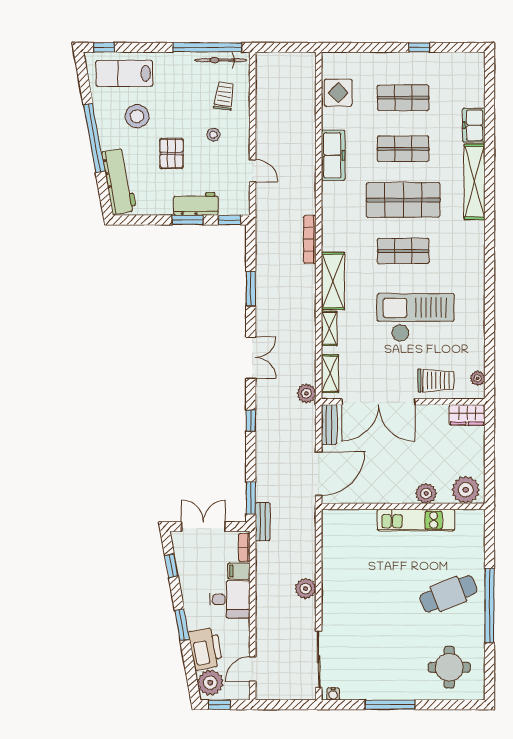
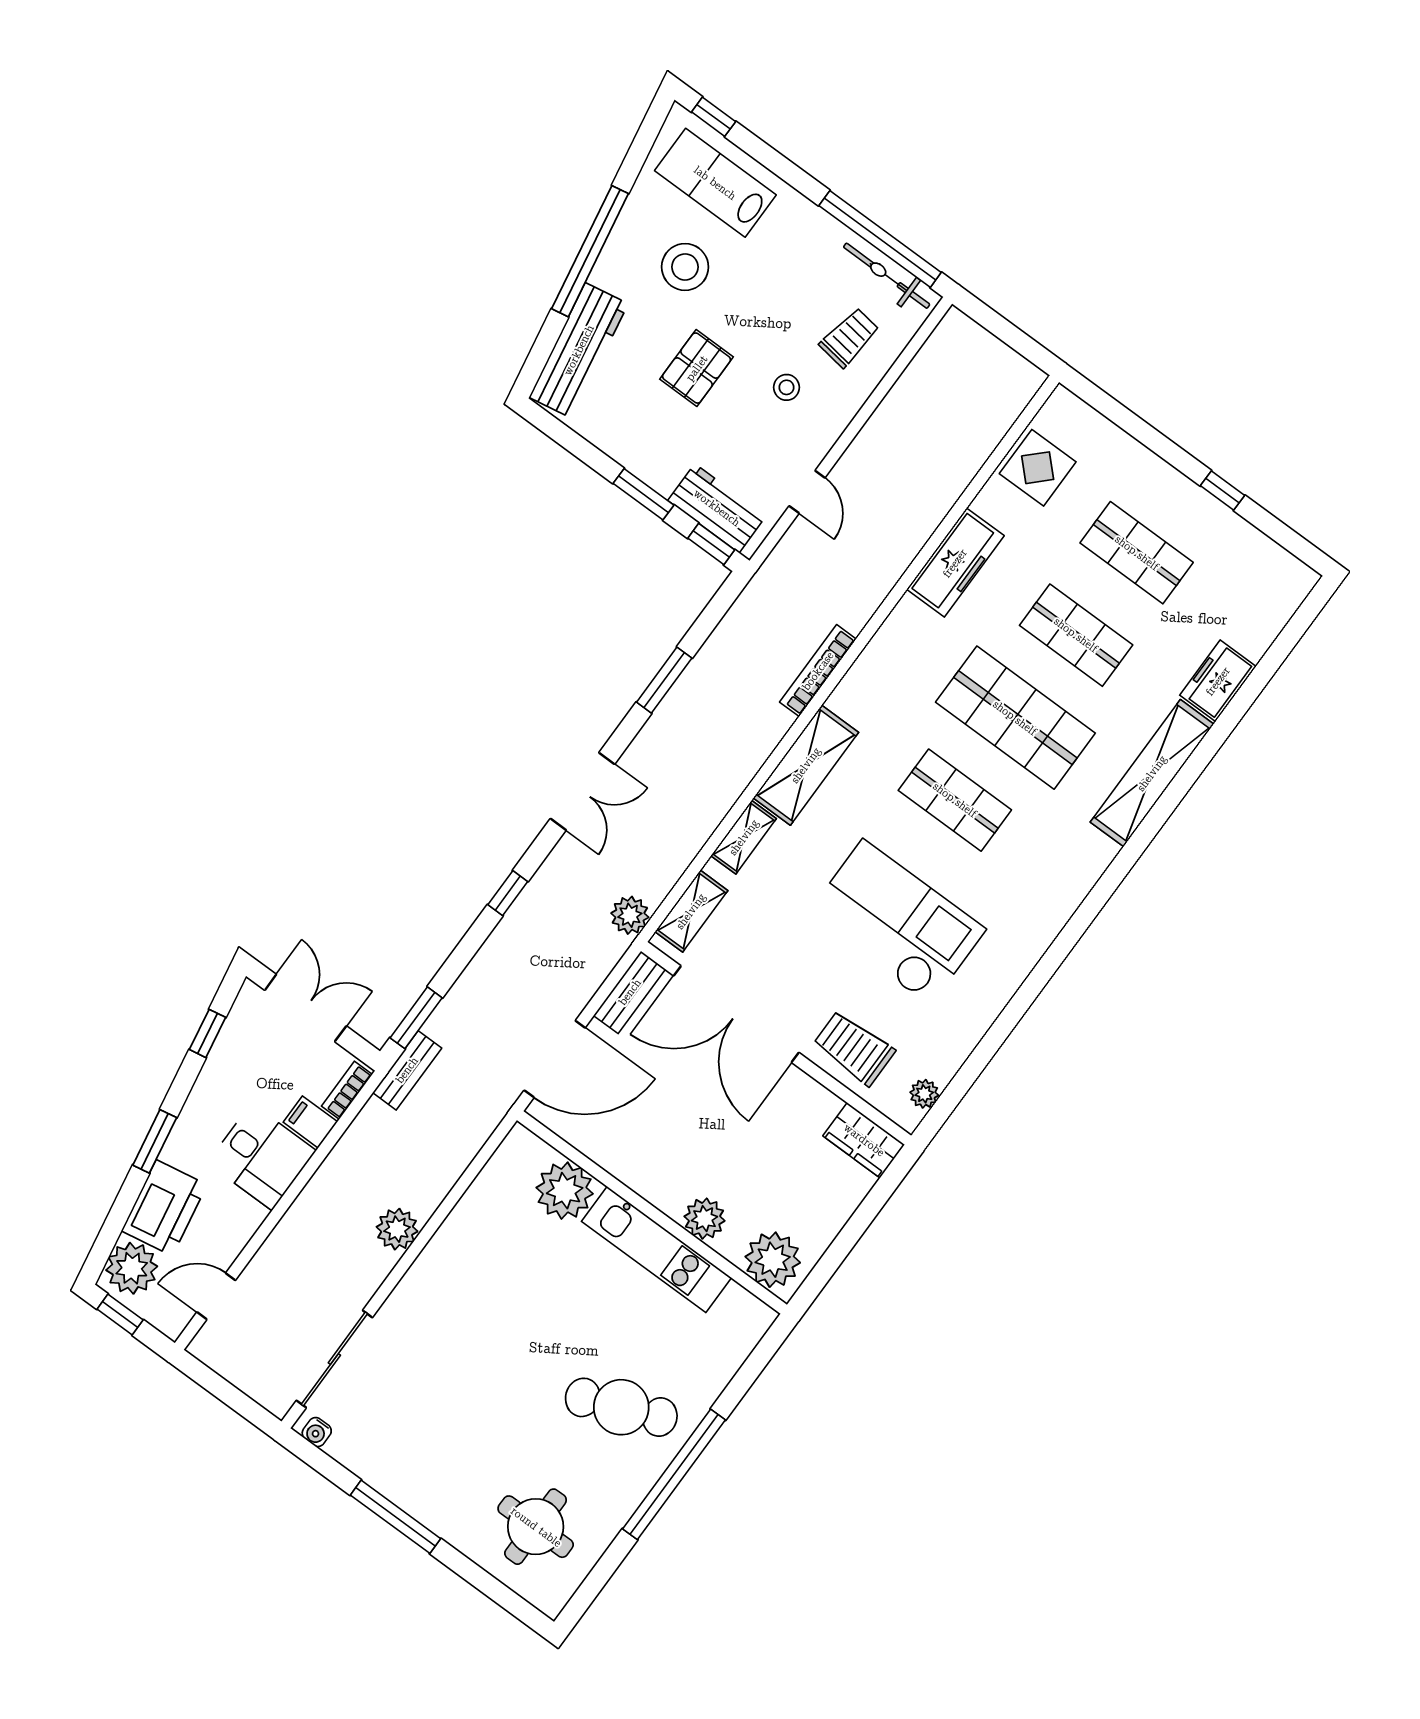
workbench: (196, 204) -> (717, 508), moved
trolley: (436, 381) -> (854, 1048), turned 180
plant: (362, 524) -> (565, 1191), added

